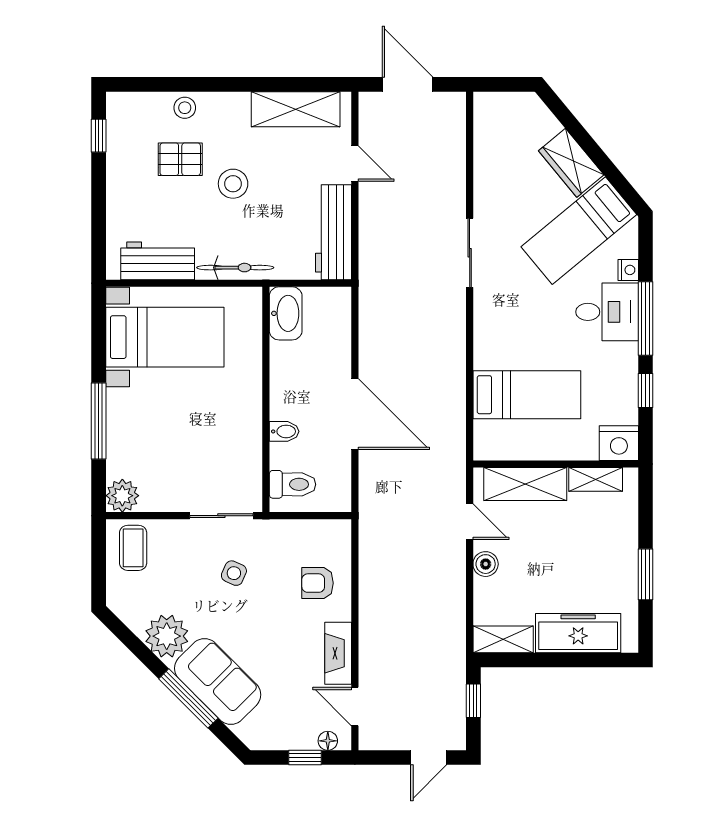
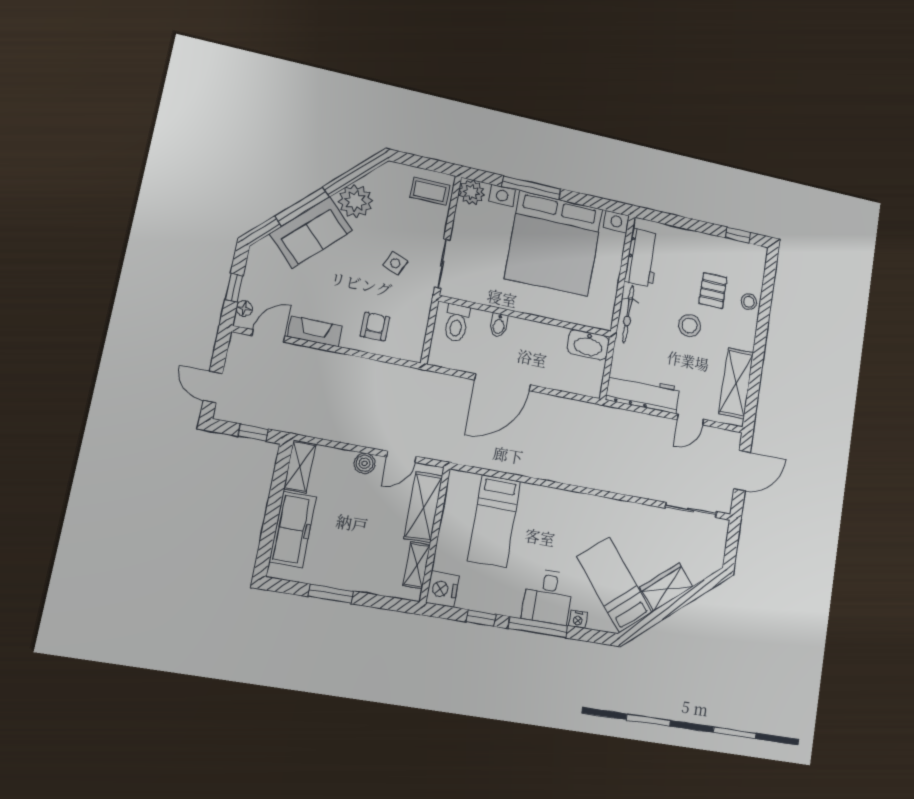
sliding door: (470, 253) -> (691, 510), moved
bed with nightstands: (165, 337) -> (554, 244), width x1.85

